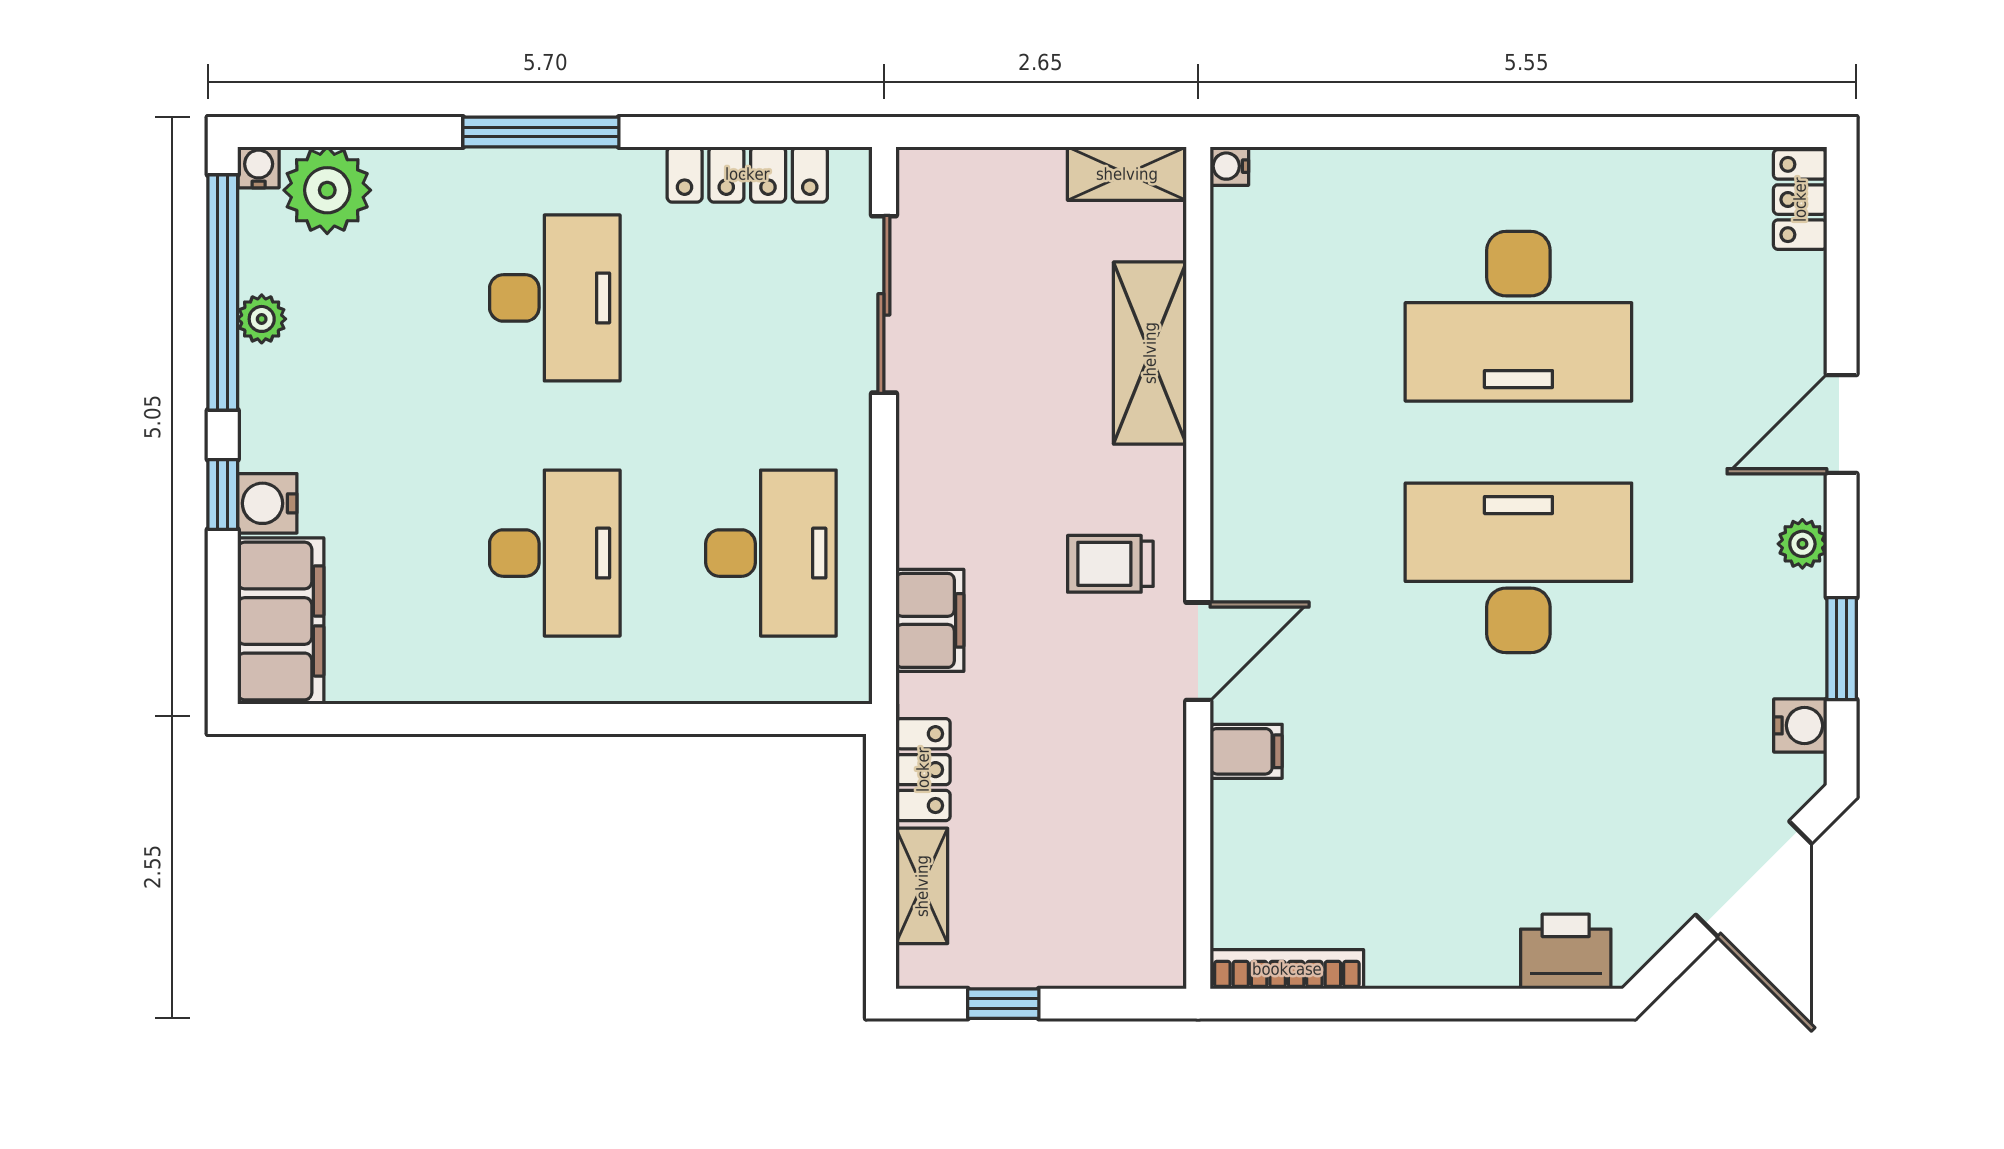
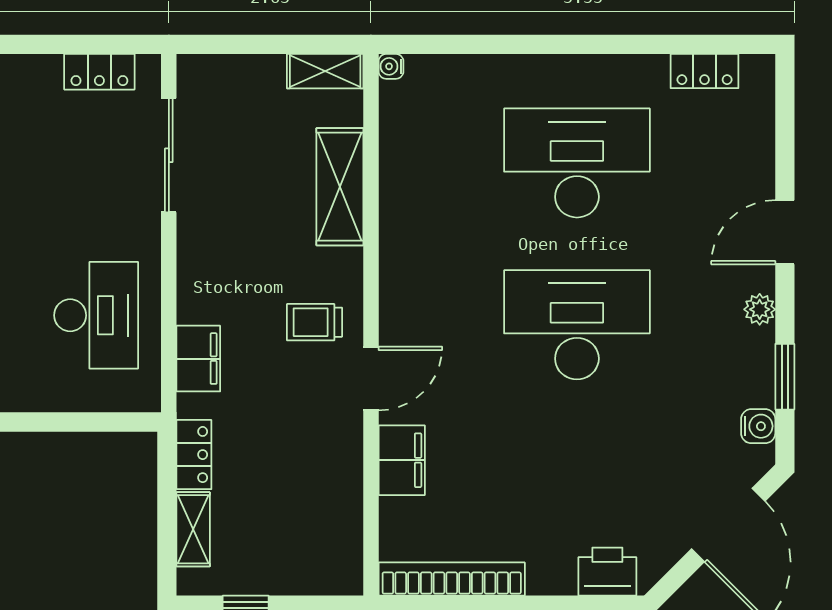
locker: (747, 174) -> (99, 72), width x0.66
locker: (1800, 200) -> (704, 71), moved, turned -90
desk: (1518, 316) -> (577, 163), turned 180
filing cabinet: (1246, 751) -> (402, 460), width x2.00
bookcase: (1287, 969) -> (452, 579), width x1.48, depth x1.31

